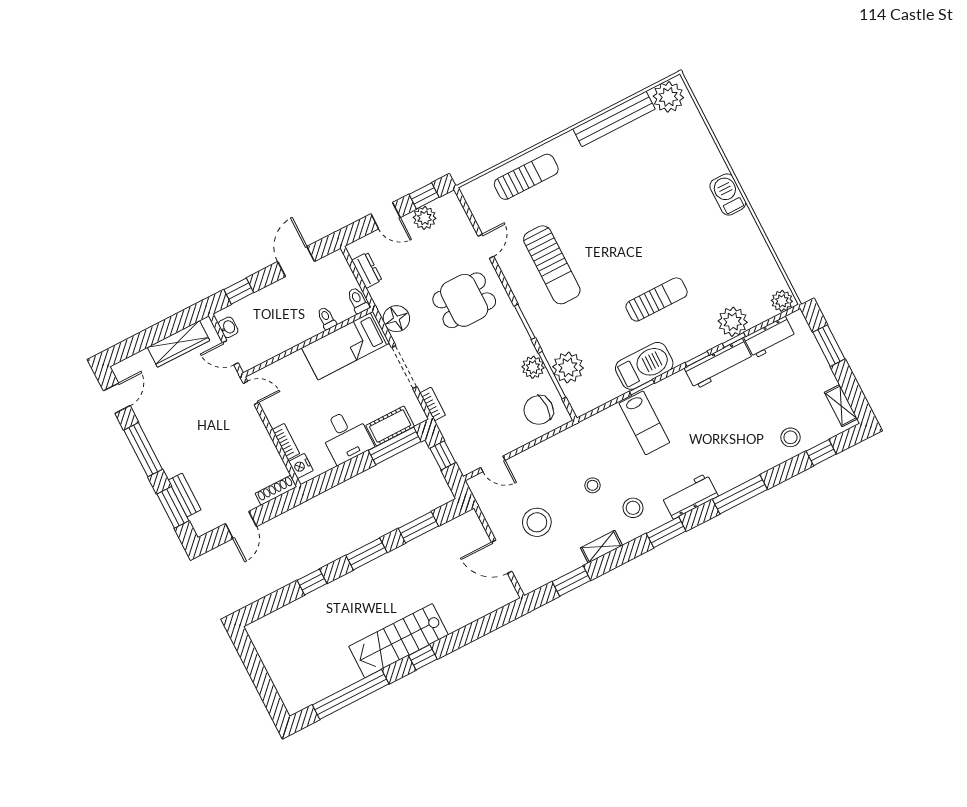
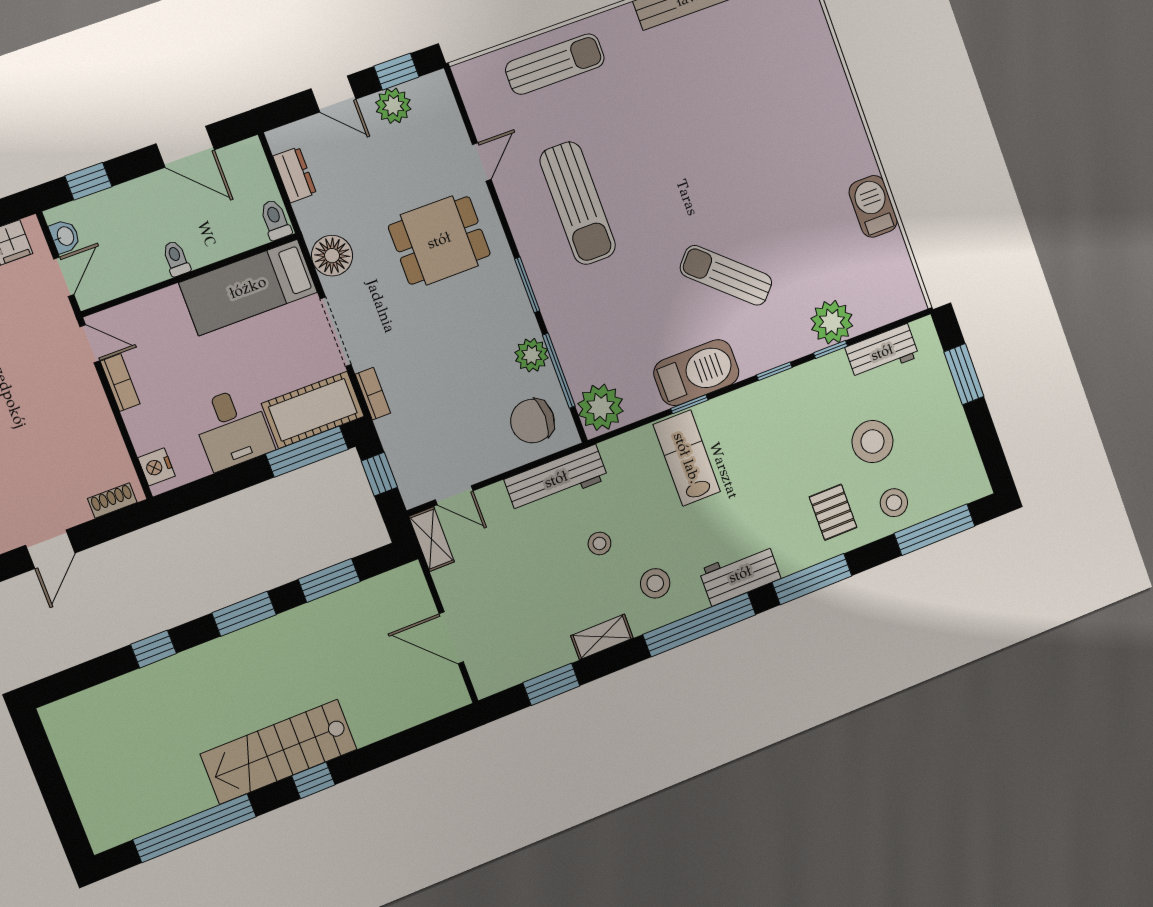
barbecue: (728, 194) -> (873, 206), moved
door: (296, 262) -> (185, 147), swing flipped
sun lounger: (657, 299) -> (726, 275), turned -138
plant: (782, 301) -> (906, 300), removed
toilet: (327, 318) -> (176, 258), moved
door: (230, 353) -> (64, 277), swing flipped
workbench: (719, 364) -> (556, 479), moved
plant: (568, 367) -> (601, 407), moved
shelving: (841, 406) -> (432, 539), moved
lab bench: (644, 423) -> (687, 458), turned 180
cot: (390, 426) -> (313, 410), width x1.37, depth x1.34
bookcase: (286, 442) -> (120, 383), moved
pallet: (749, 448) -> (833, 512), added
window: (821, 453) -> (935, 530), width x2.17
shoe rack: (276, 490) -> (112, 501), width x0.70
stool: (537, 522) -> (872, 442), moved
window: (666, 532) -> (699, 625), width x2.11

